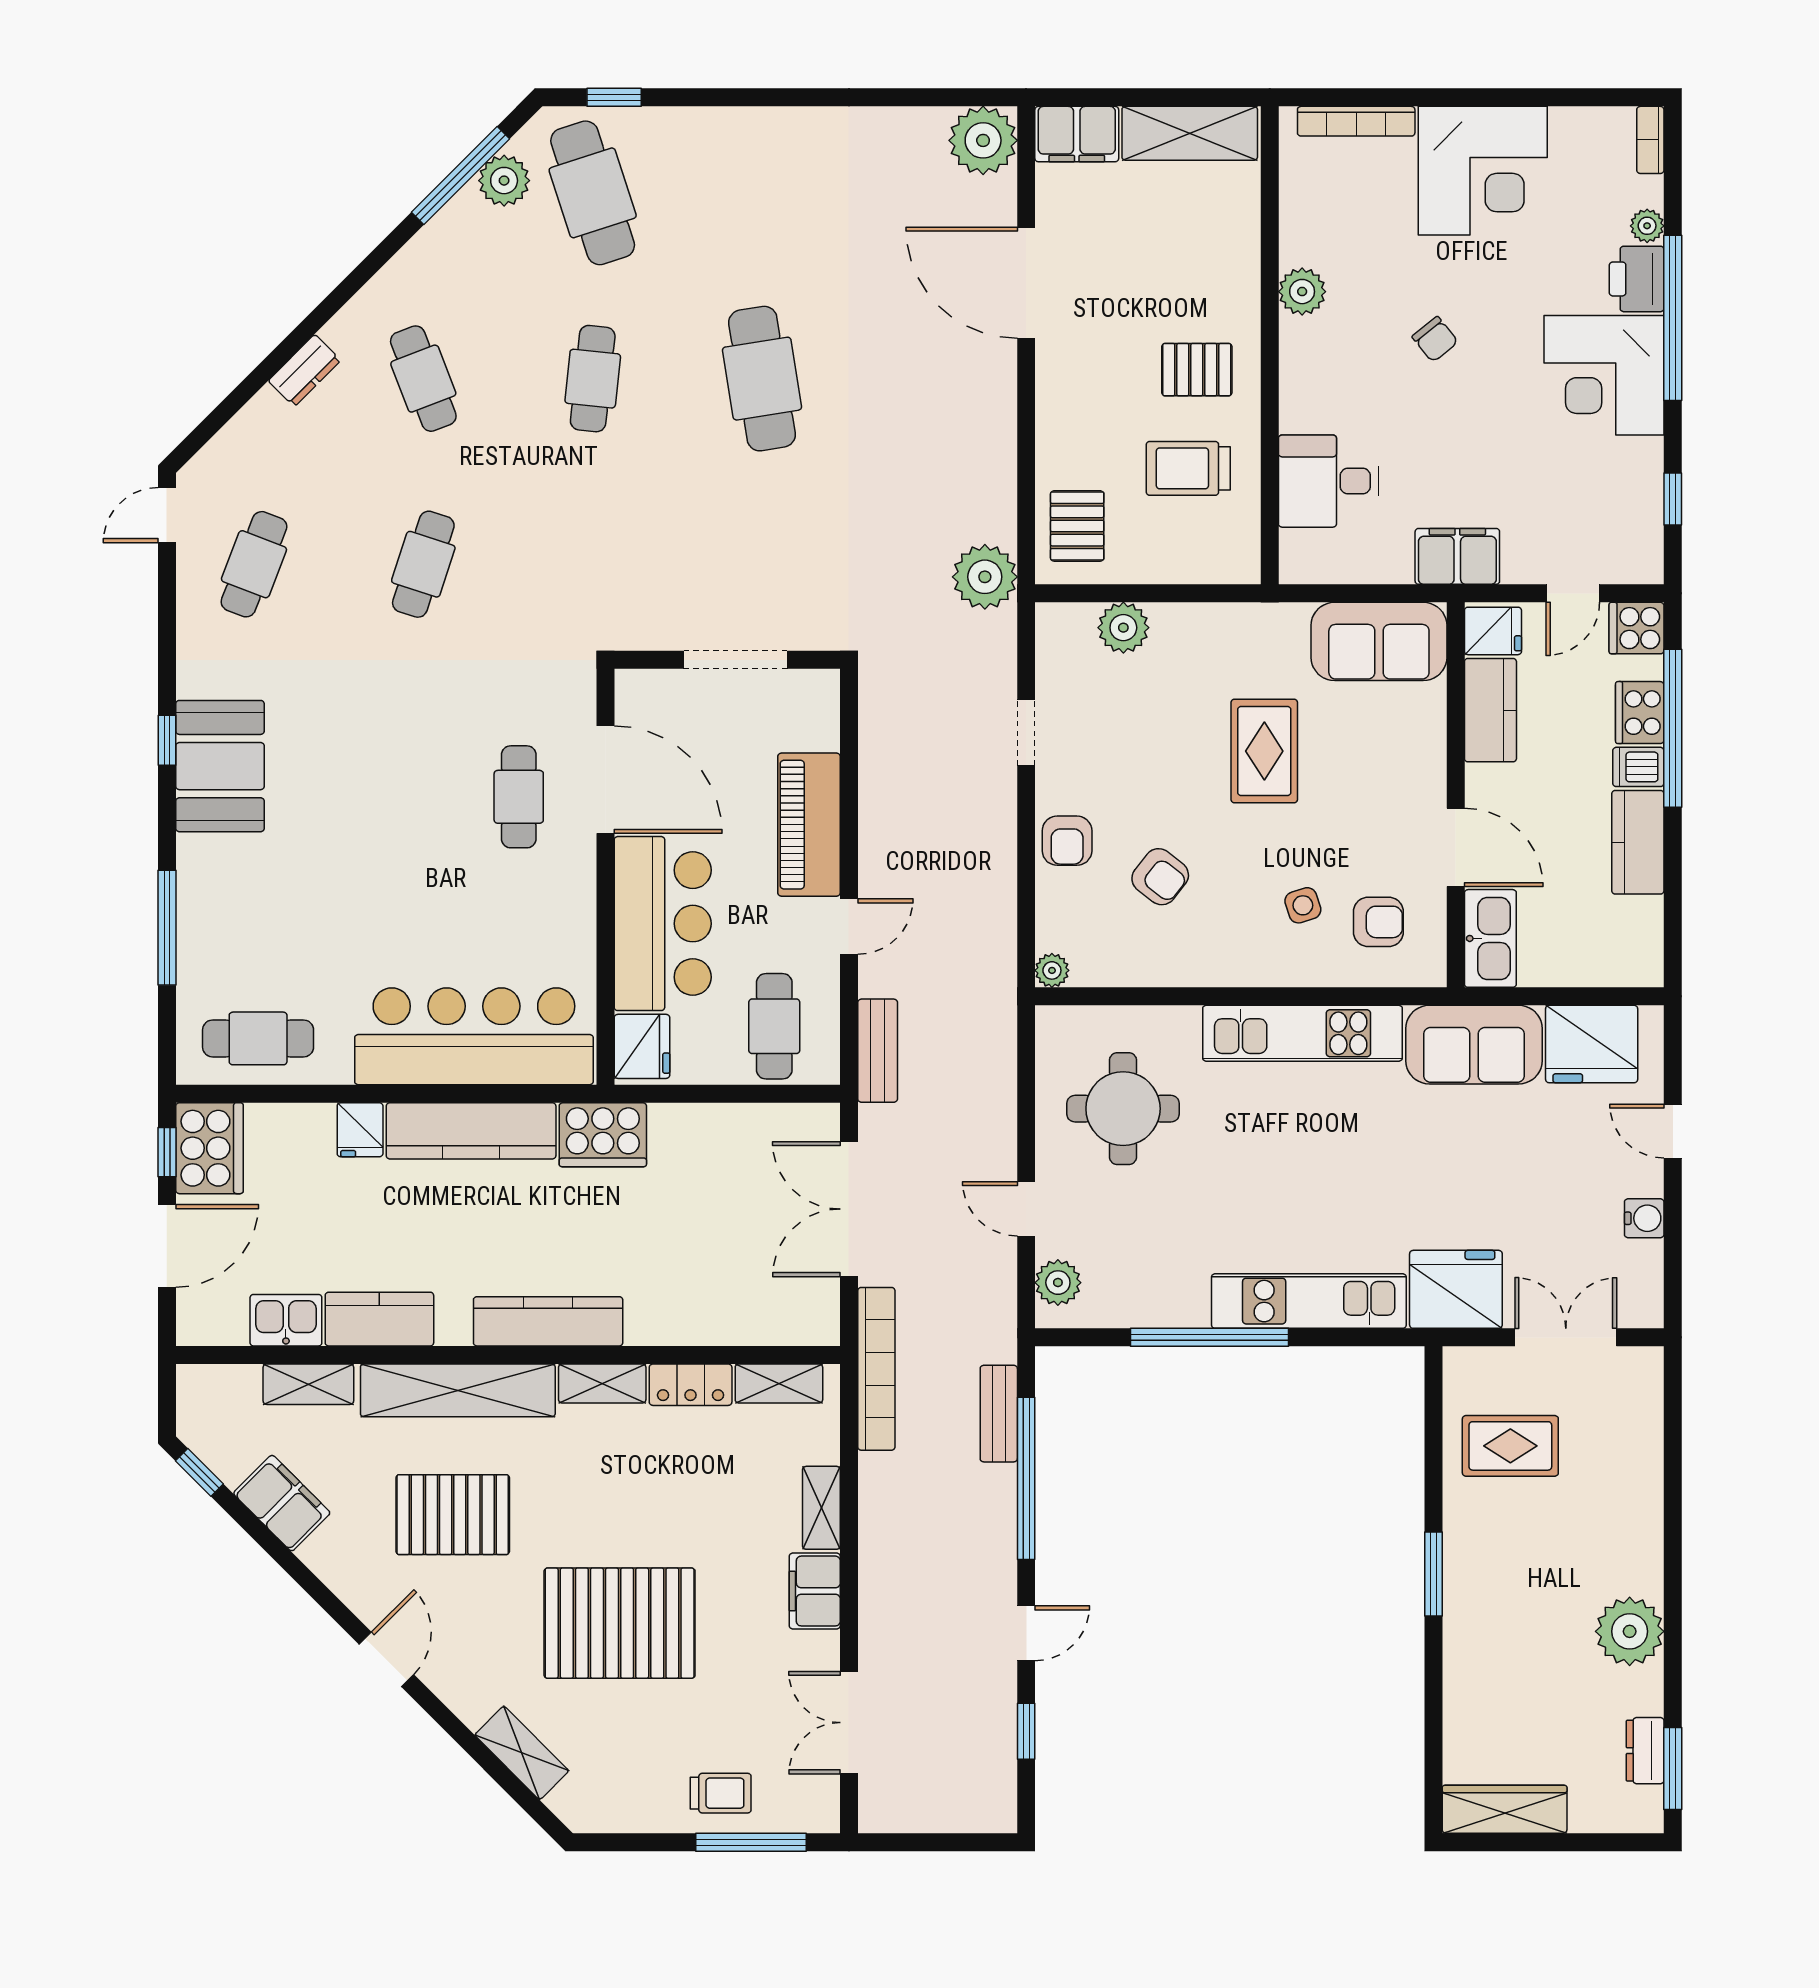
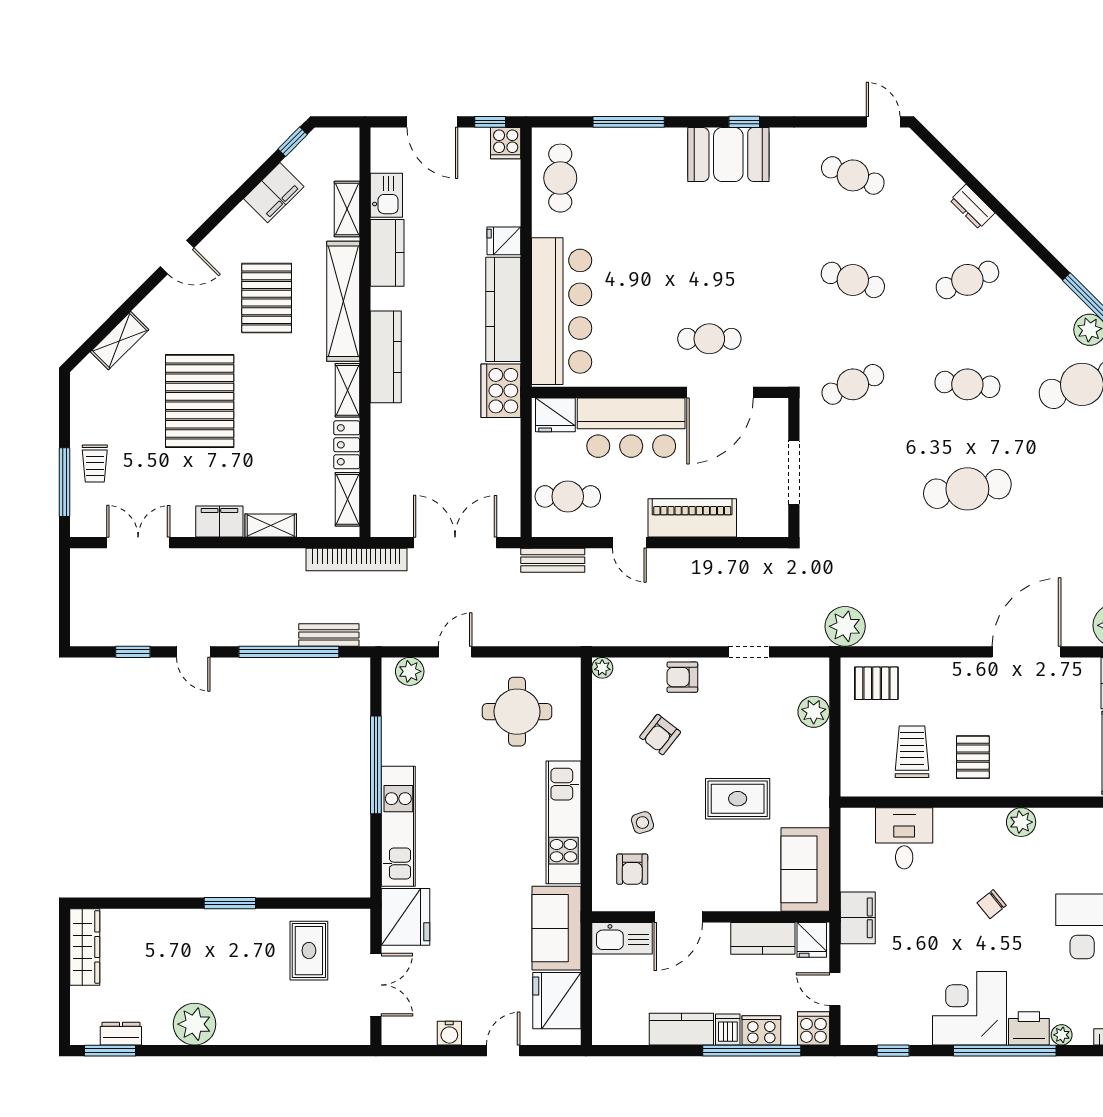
cafe table: (593, 564) -> (853, 384), added
cooker: (209, 1148) -> (506, 143), width x0.53, depth x0.76

